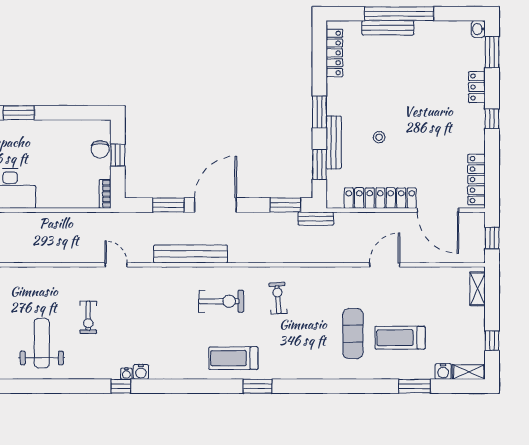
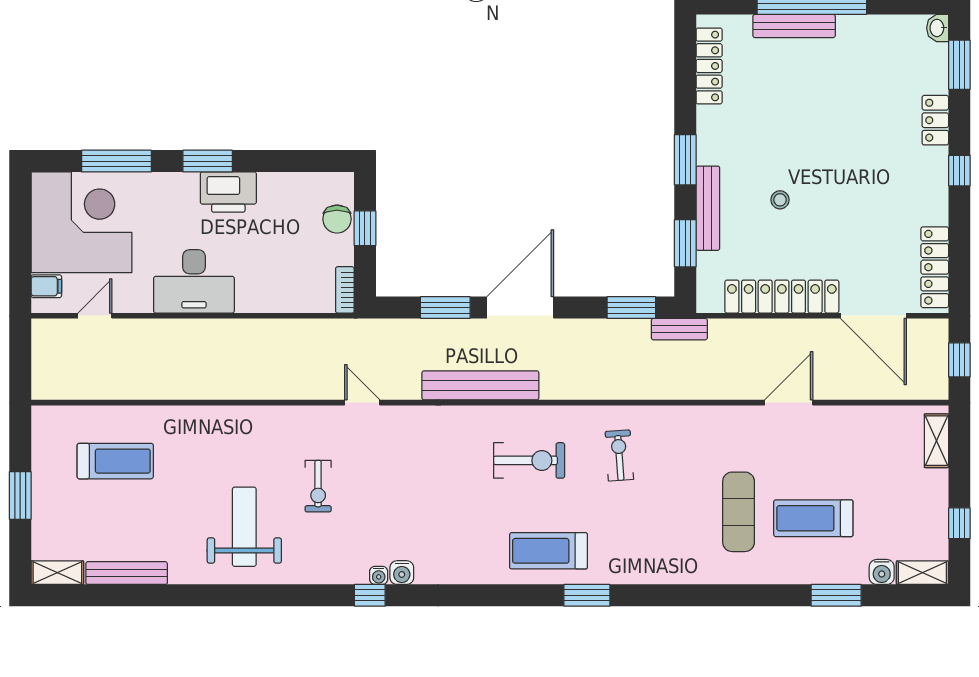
printer: (32, 132) -> (228, 192), added

